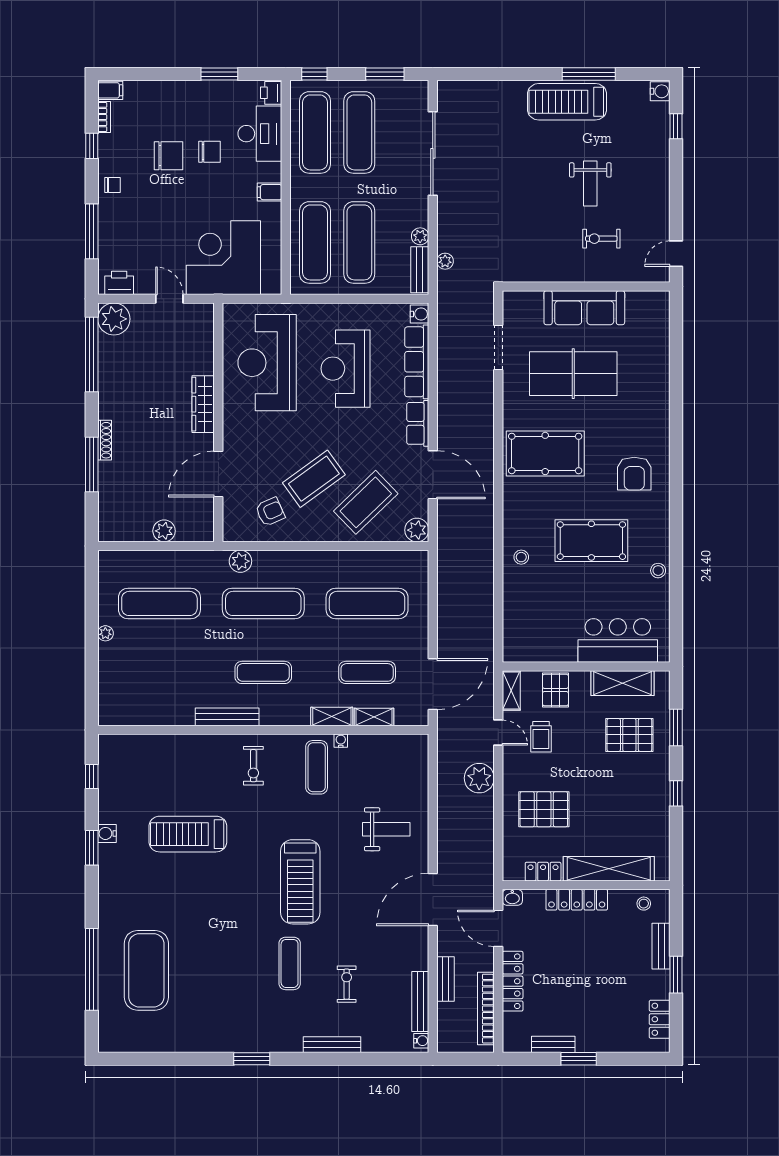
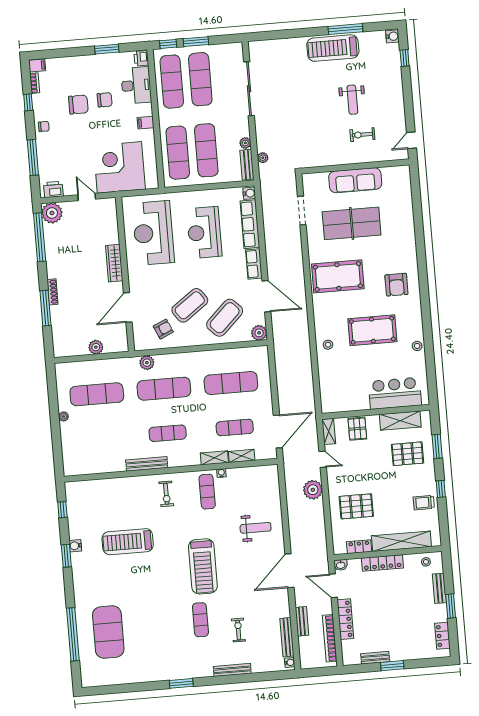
window: (385, 74) -> (196, 42), moved
trolley: (541, 737) -> (424, 503), moved, turned 90

